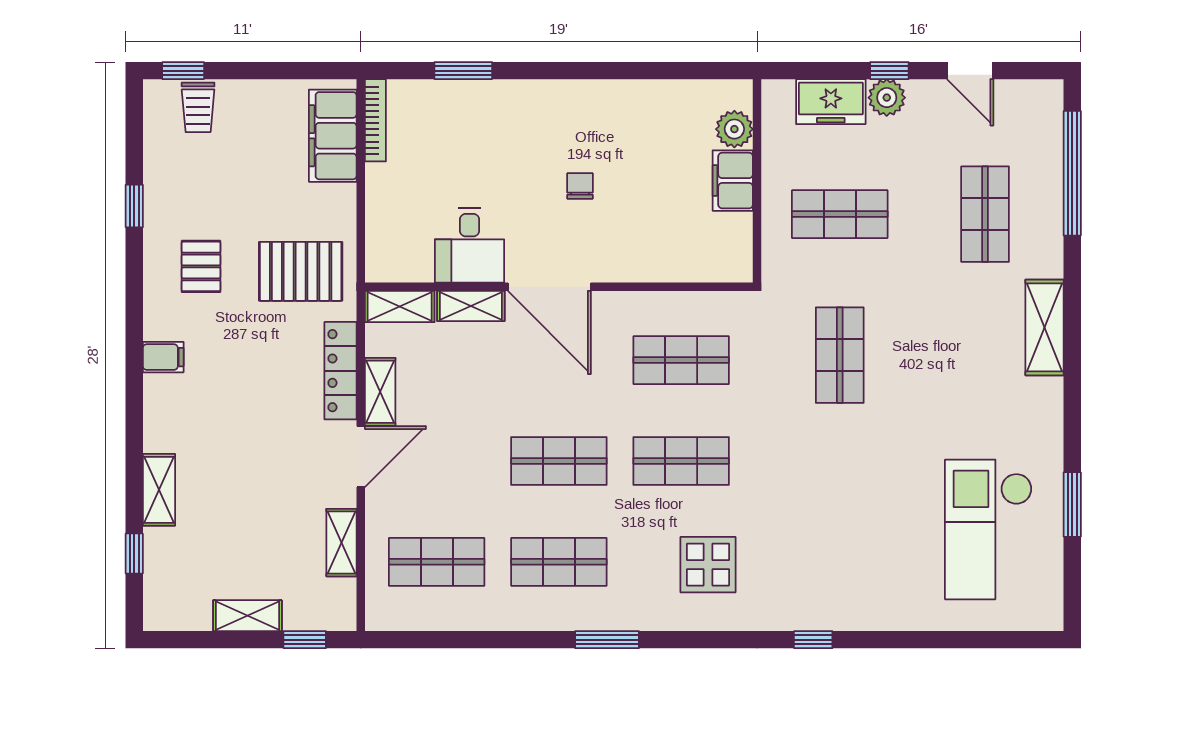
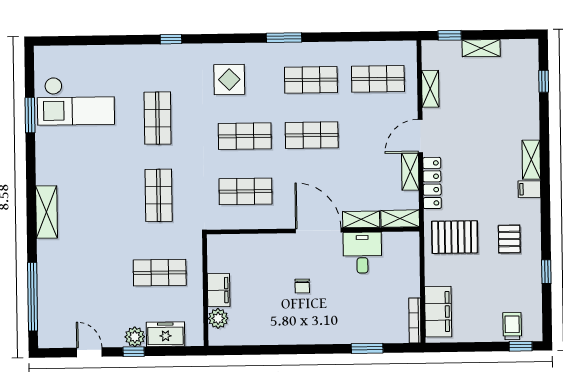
shop shelf: (985, 214) -> (158, 118), moved
shelving: (159, 490) -> (531, 160), moved
checkout: (988, 529) -> (76, 101), turned 90

